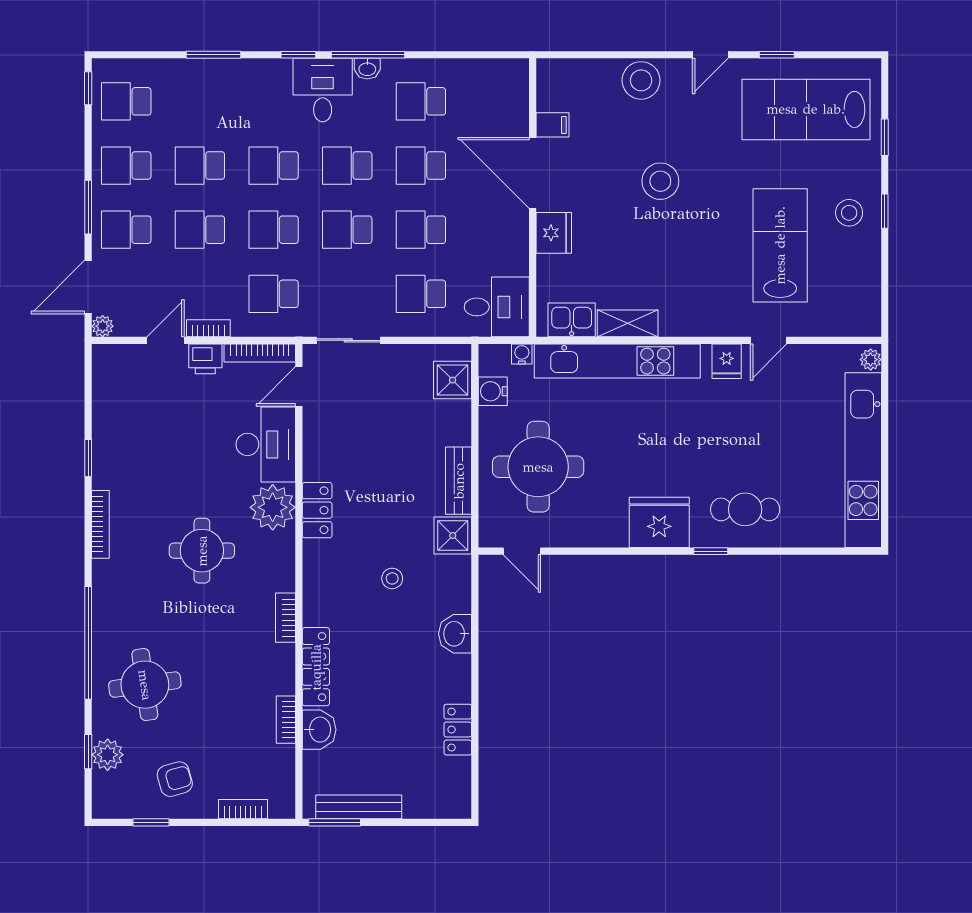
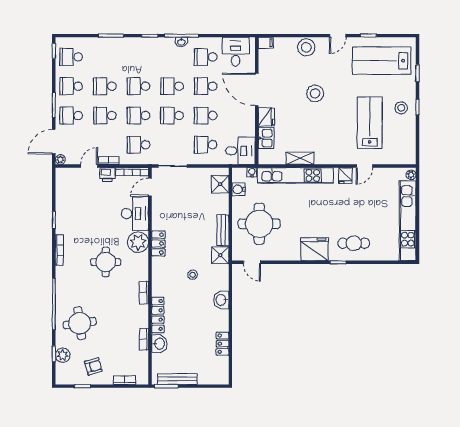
desk: (323, 90) -> (236, 52), moved
filing cabinet: (552, 125) -> (266, 43), moved
kitchen sink: (572, 320) -> (266, 138), moved, turned 90

